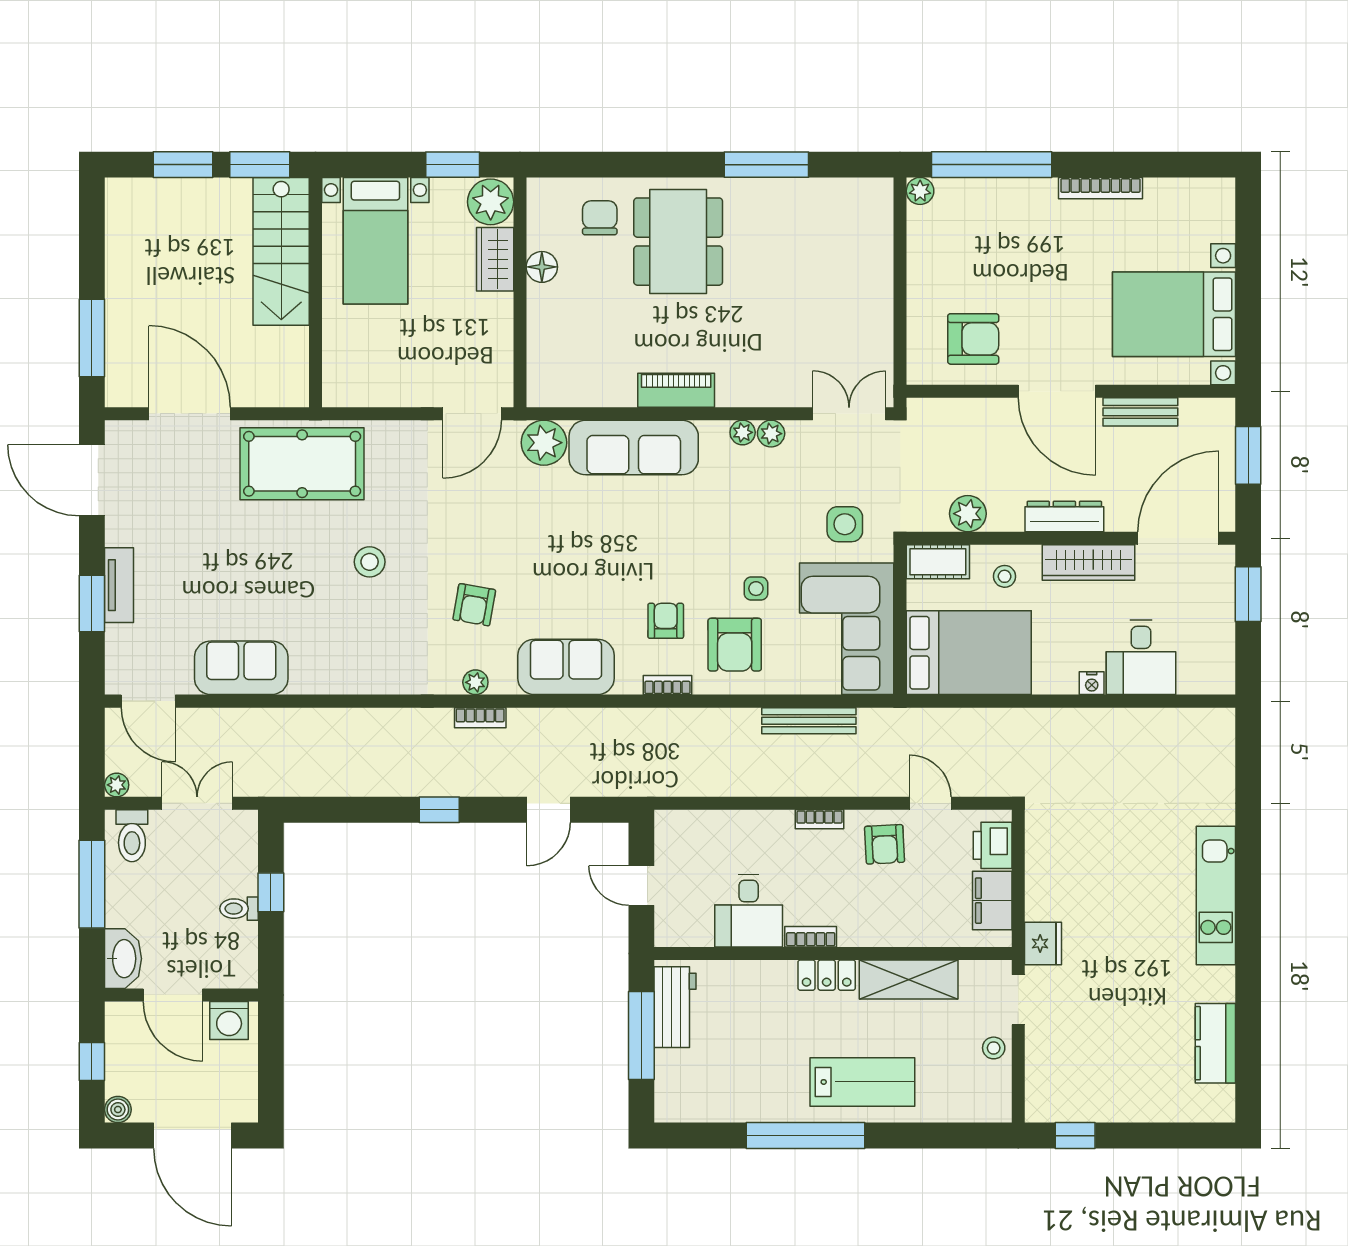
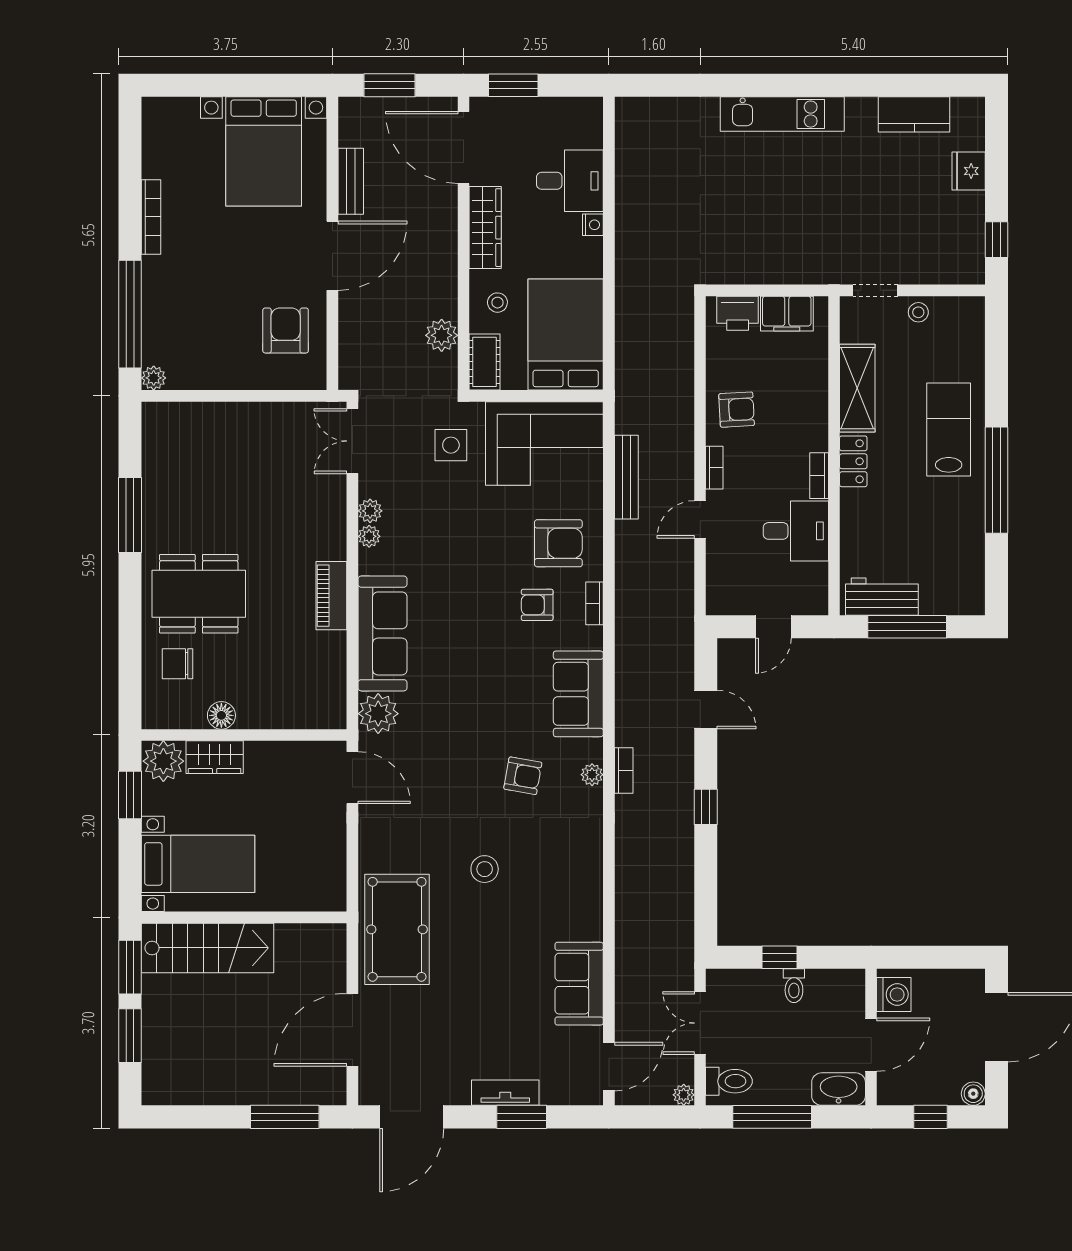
dresser: (1064, 517) -> (444, 249), removed
side table: (756, 589) -> (508, 524), removed
door: (930, 803) -> (700, 519), moved
fridge: (1043, 944) -> (969, 171), moved, turned -90

